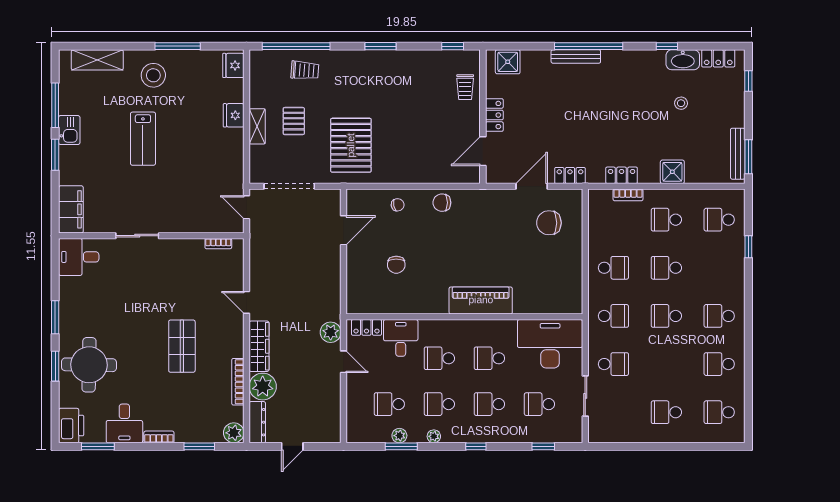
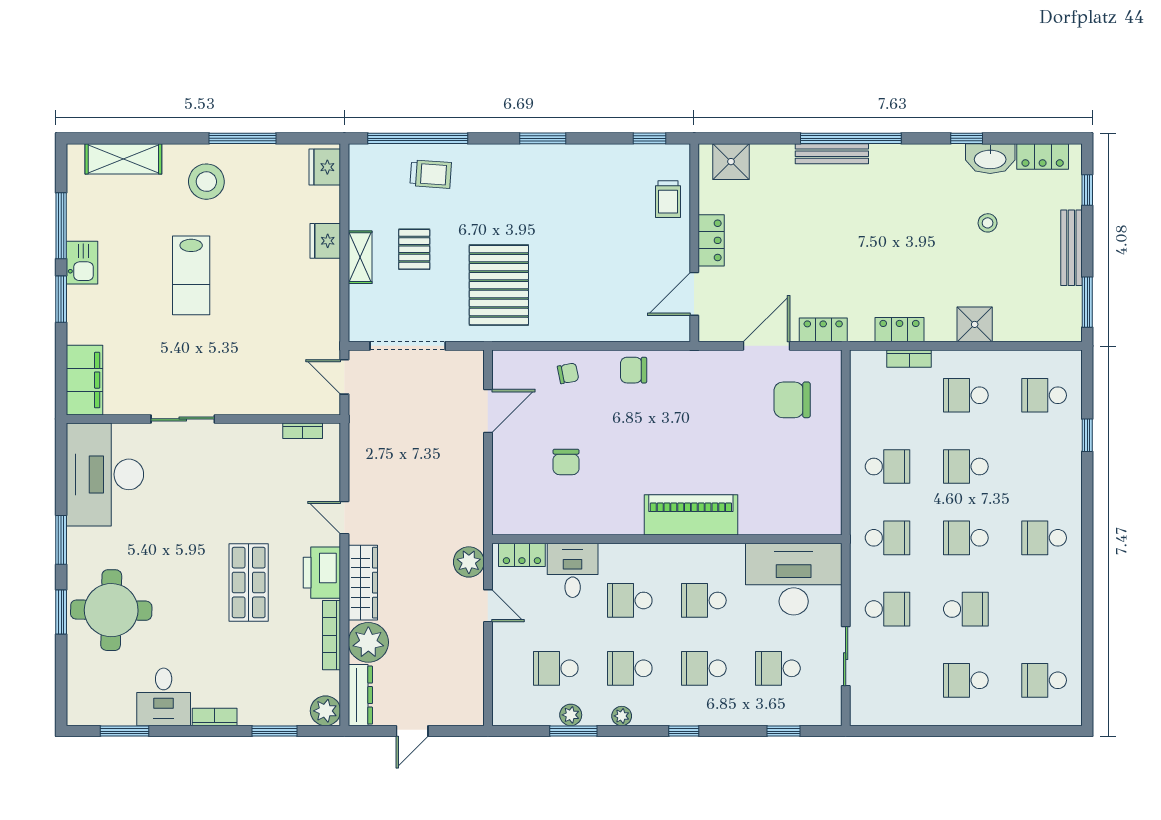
bench: (738, 154) -> (1071, 248), moved
desk: (79, 257) -> (105, 474), width x1.87, depth x1.30
school desk: (719, 364) -> (966, 609), moved, turned 180
printer: (71, 426) -> (322, 573), moved, turned 180

